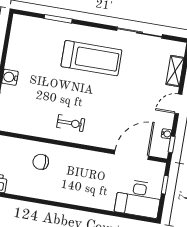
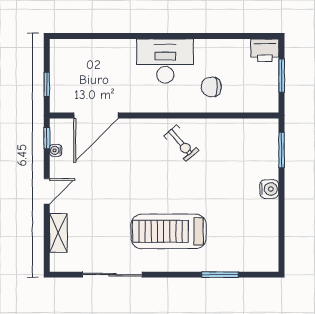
exercise bike: (71, 123) -> (181, 143), turned -131
chair: (41, 162) -> (211, 87), turned 180
desk: (138, 198) -> (165, 61), moved

